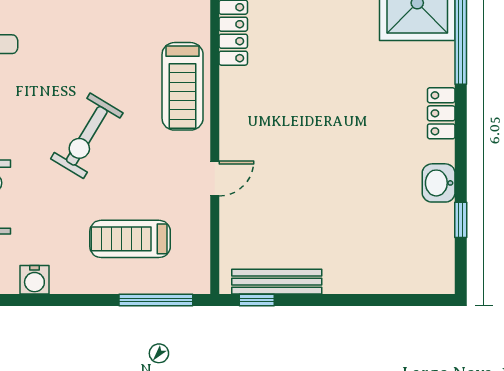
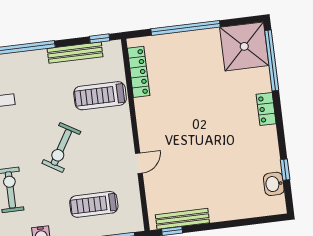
treadmill: (183, 86) -> (100, 96), moved, turned 90
washbasin: (439, 183) -> (274, 184), moved

